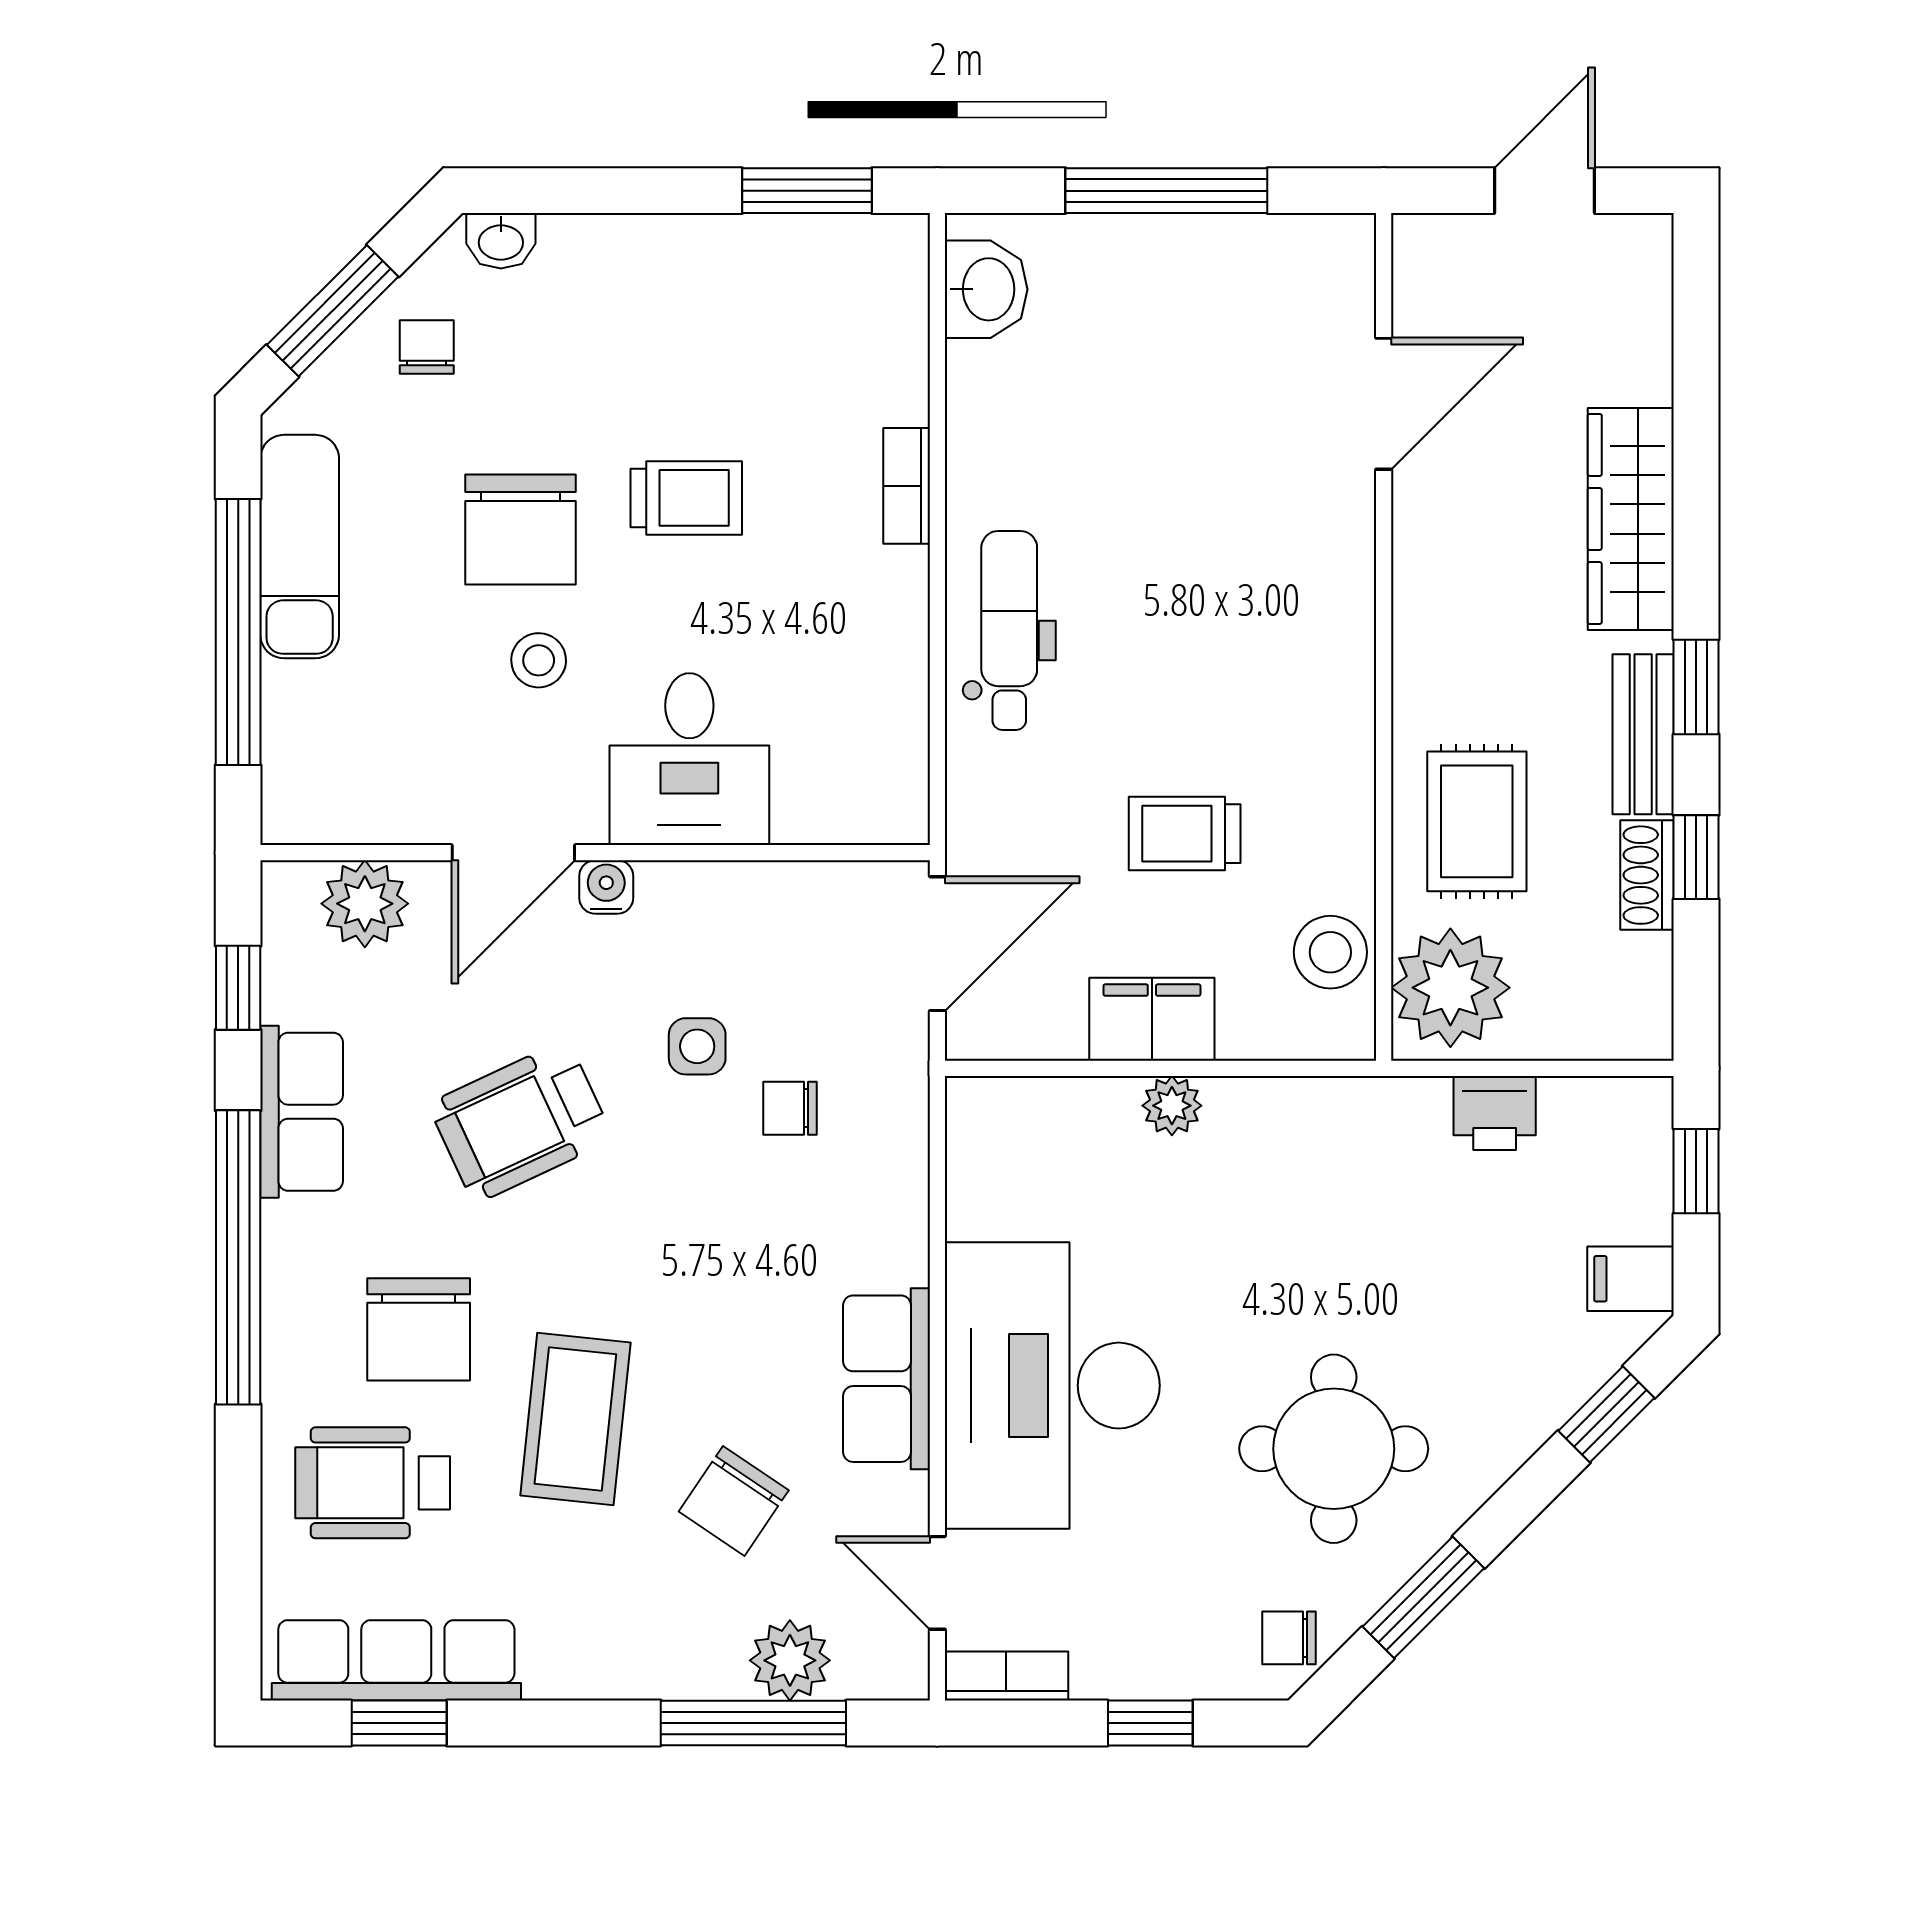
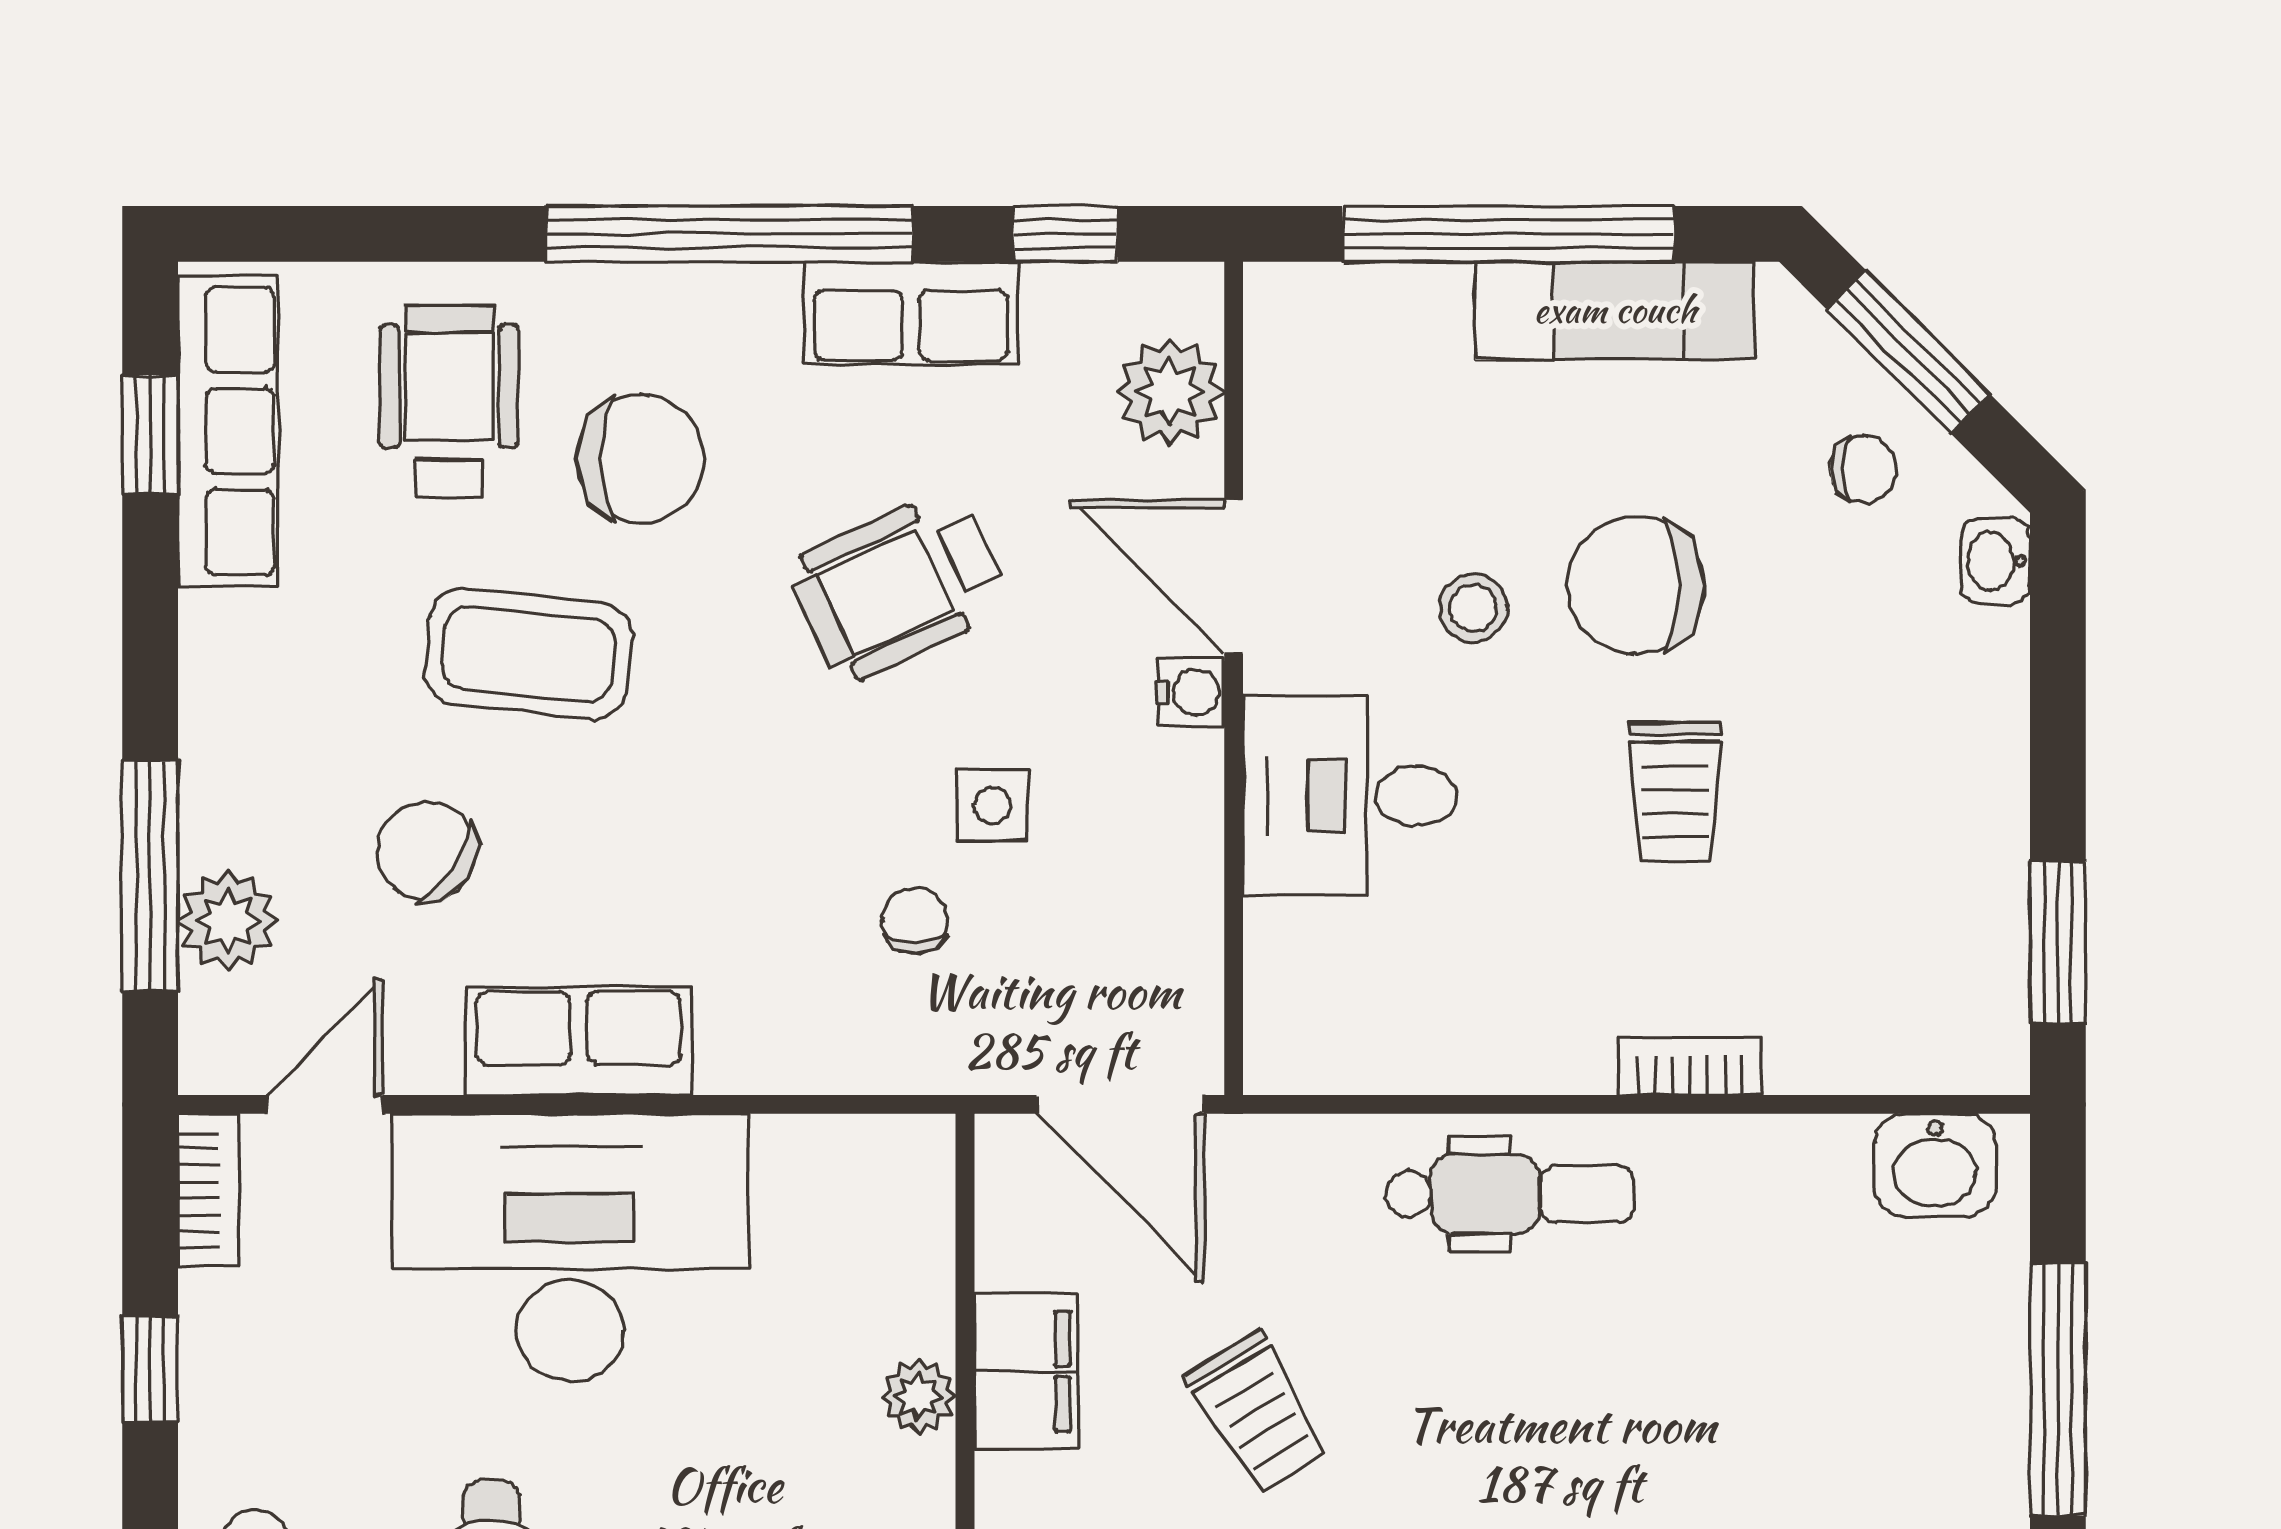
trolley: (1185, 834) -> (1257, 1412), turned 149
wheelchair: (521, 1122) -> (899, 586), turned -90
chair: (419, 1329) -> (640, 459), turned 180

